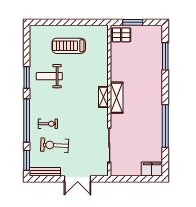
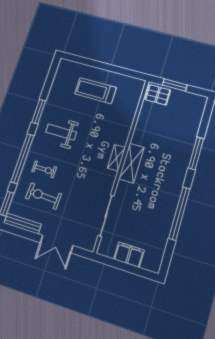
window: (165, 56) -> (196, 153), moved
weight bench: (49, 76) -> (61, 132), moved
filing cabinet: (152, 169) -> (129, 255), moved

